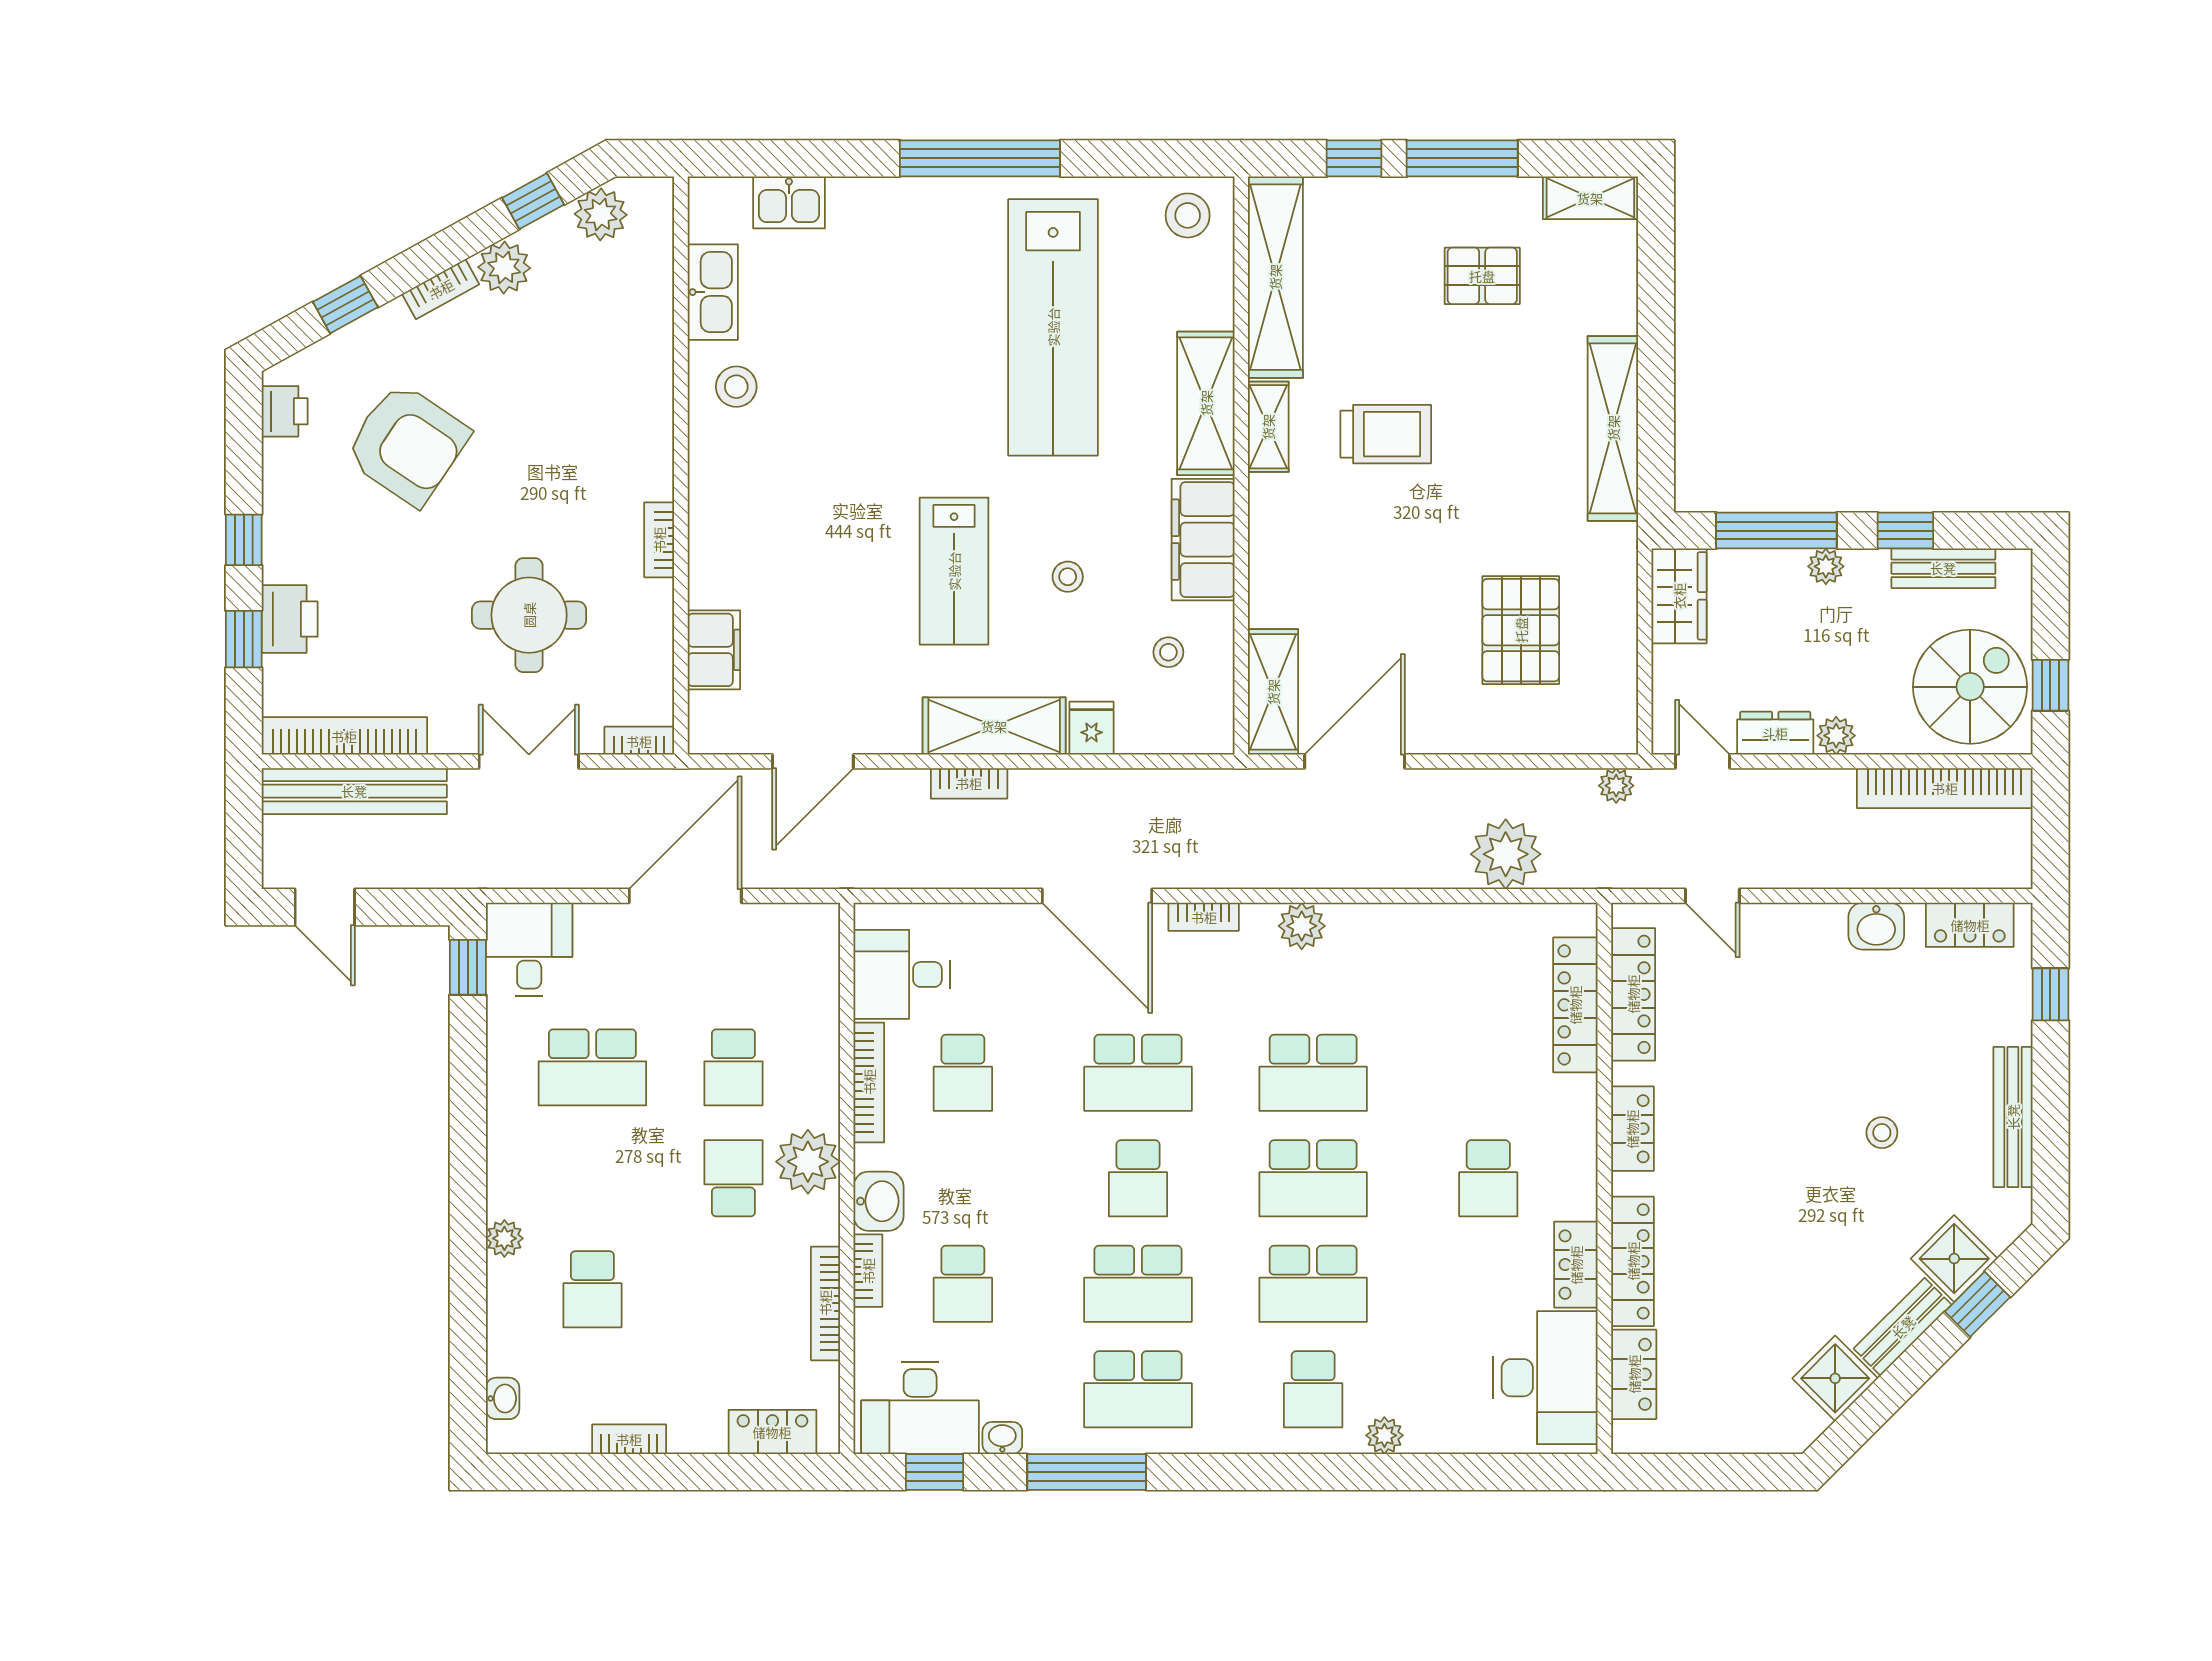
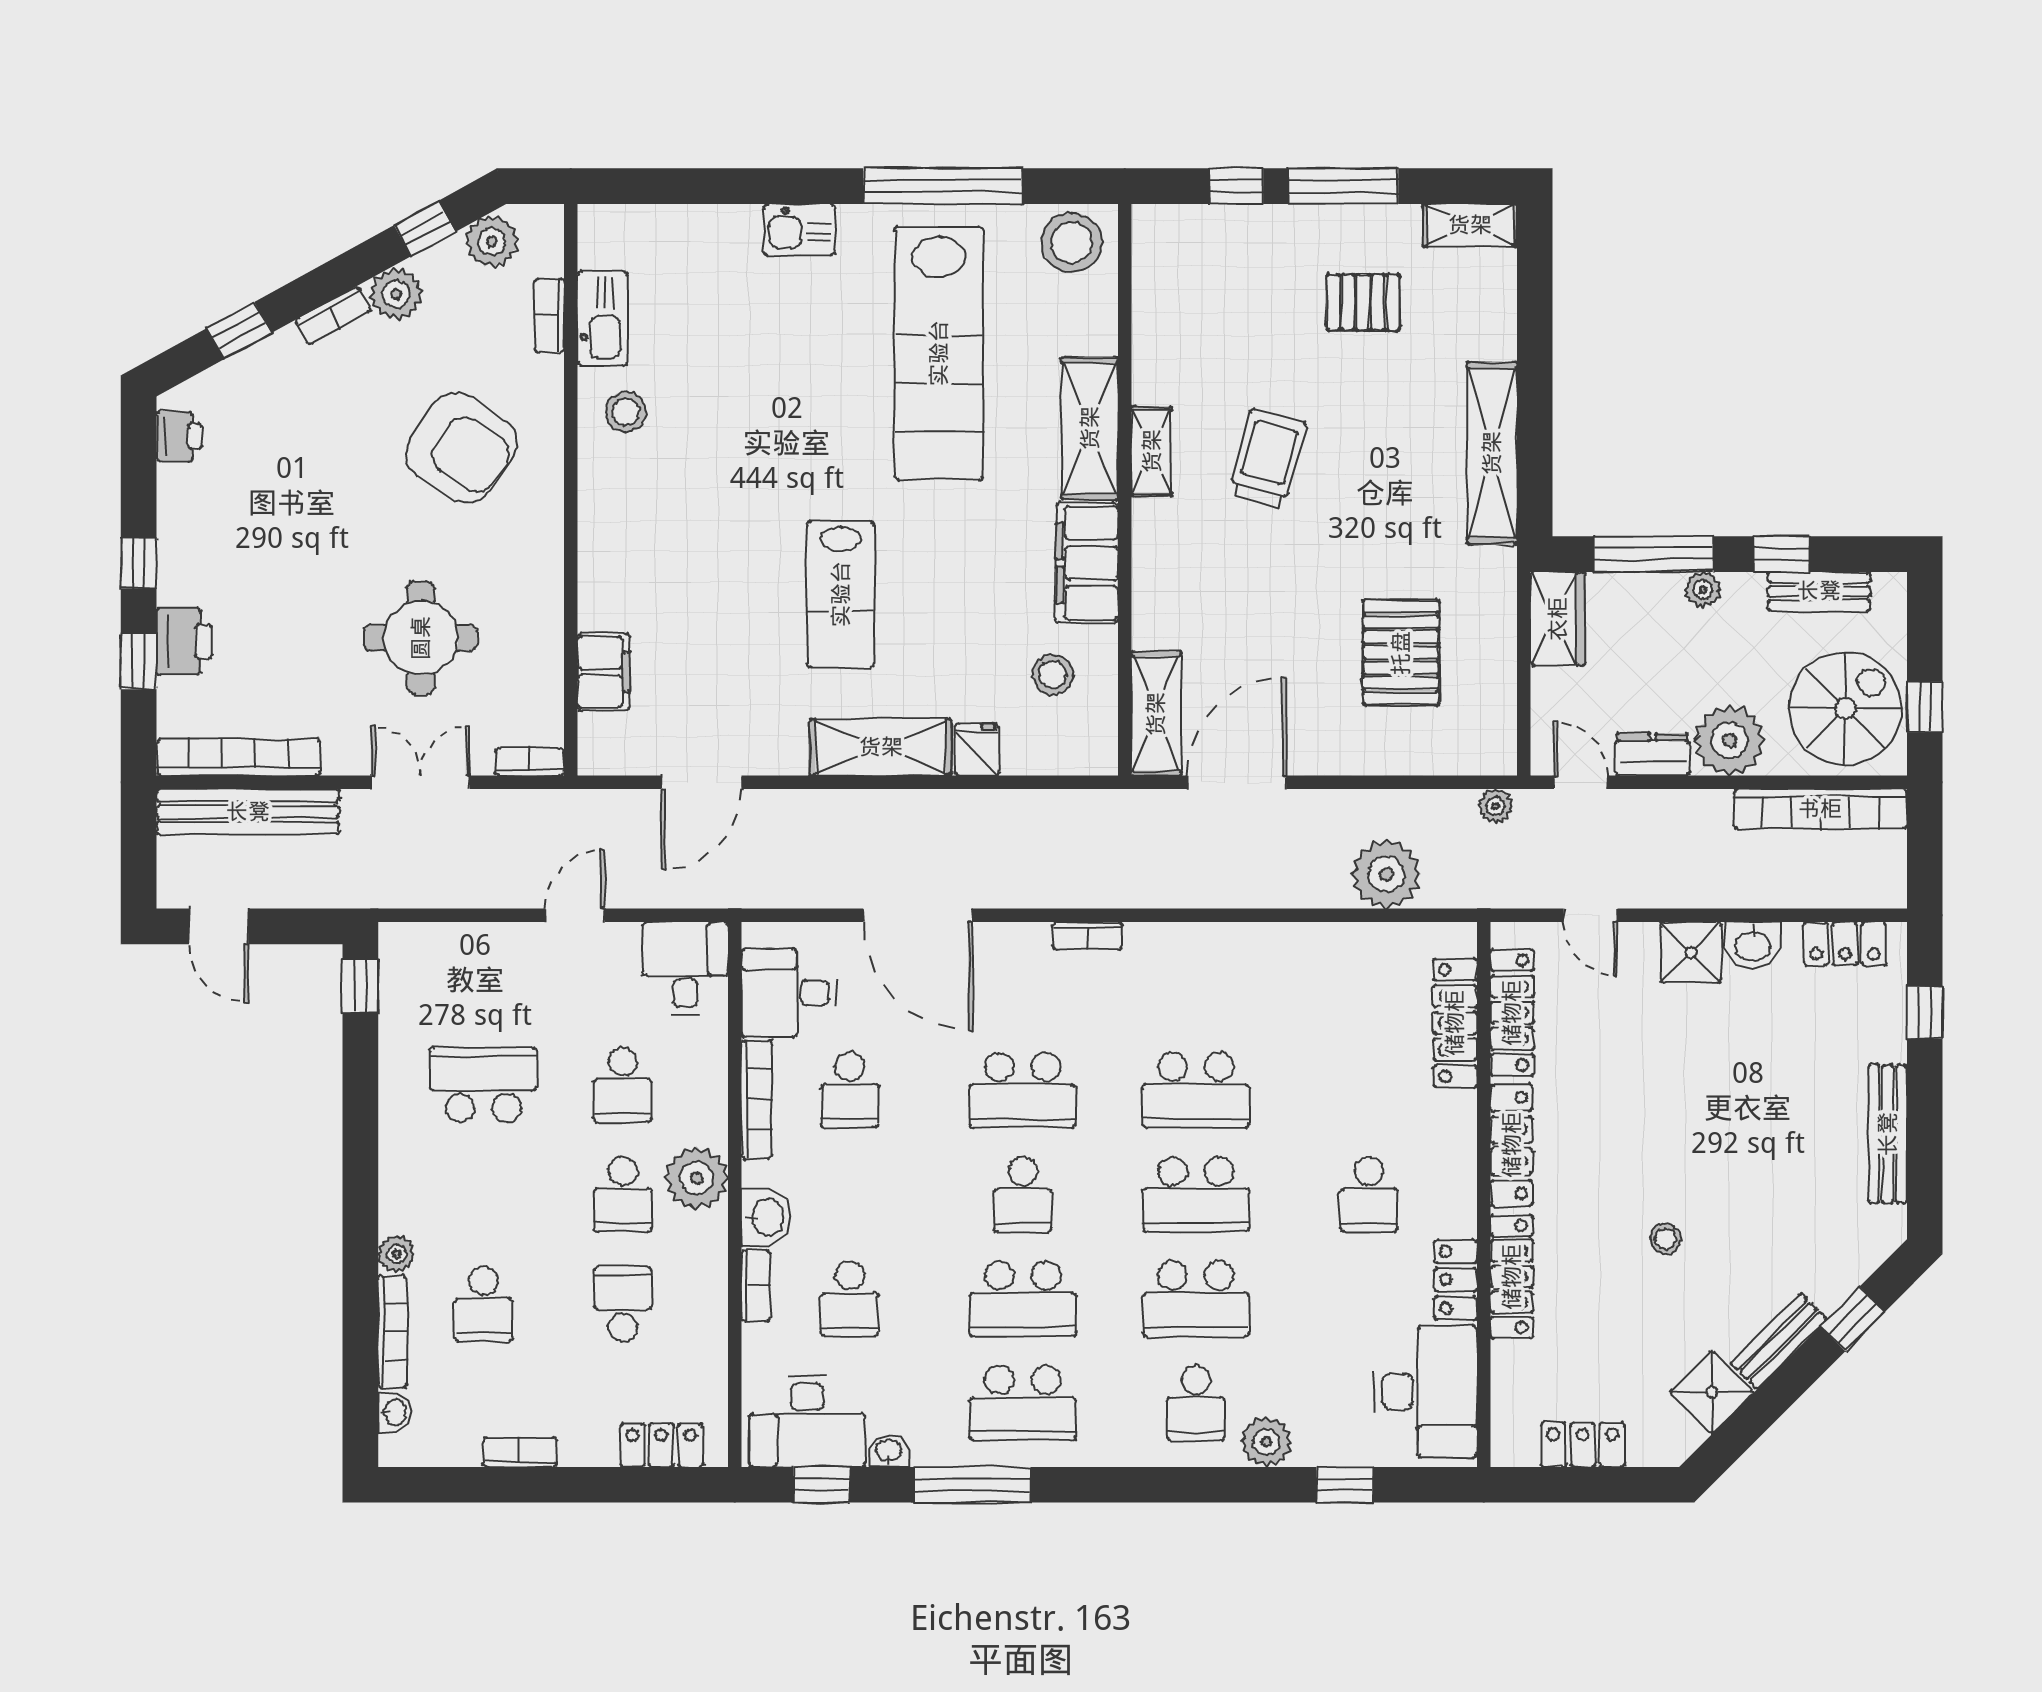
window: (980, 158) -> (943, 186), moved
kitchen sink: (789, 202) -> (799, 230), moved
stool: (1188, 215) -> (1072, 243), width x1.38, depth x1.38
shelving: (1275, 277) -> (1159, 304), removed
trolley: (1386, 434) -> (1268, 459), turned -75
armchair: (407, 444) -> (461, 448), moved
bookcase: (659, 540) -> (549, 315), moved
stool: (1068, 577) -> (953, 600), removed
stool: (1168, 652) -> (1053, 674), width x1.37, depth x1.37
plant: (1836, 736) -> (1729, 740), width x1.88, depth x1.88
bookcase: (969, 783) -> (856, 804), removed
door: (685, 896) -> (575, 915), width x0.53
door: (1097, 896) -> (918, 915), moved
plant: (1302, 926) -> (1185, 945), removed
desk: (529, 949) -> (685, 968), moved
school desk: (592, 1067) -> (483, 1085), turned 180
locker: (1632, 1129) -> (1512, 1145), width x1.53
stool: (1882, 1133) -> (1666, 1239), moved
school desk: (733, 1178) -> (623, 1194), turned 180
shower: (1954, 1259) -> (1691, 952), moved, turned 45
school desk: (733, 1289) -> (623, 1304), added
bookcase: (825, 1303) -> (392, 1332), moved, turned 180
locker: (1634, 1374) -> (1583, 1445), moved, turned -90
plant: (1384, 1435) -> (1266, 1442), width x1.38, depth x1.38
window: (1464, 1472) -> (1345, 1485), added

